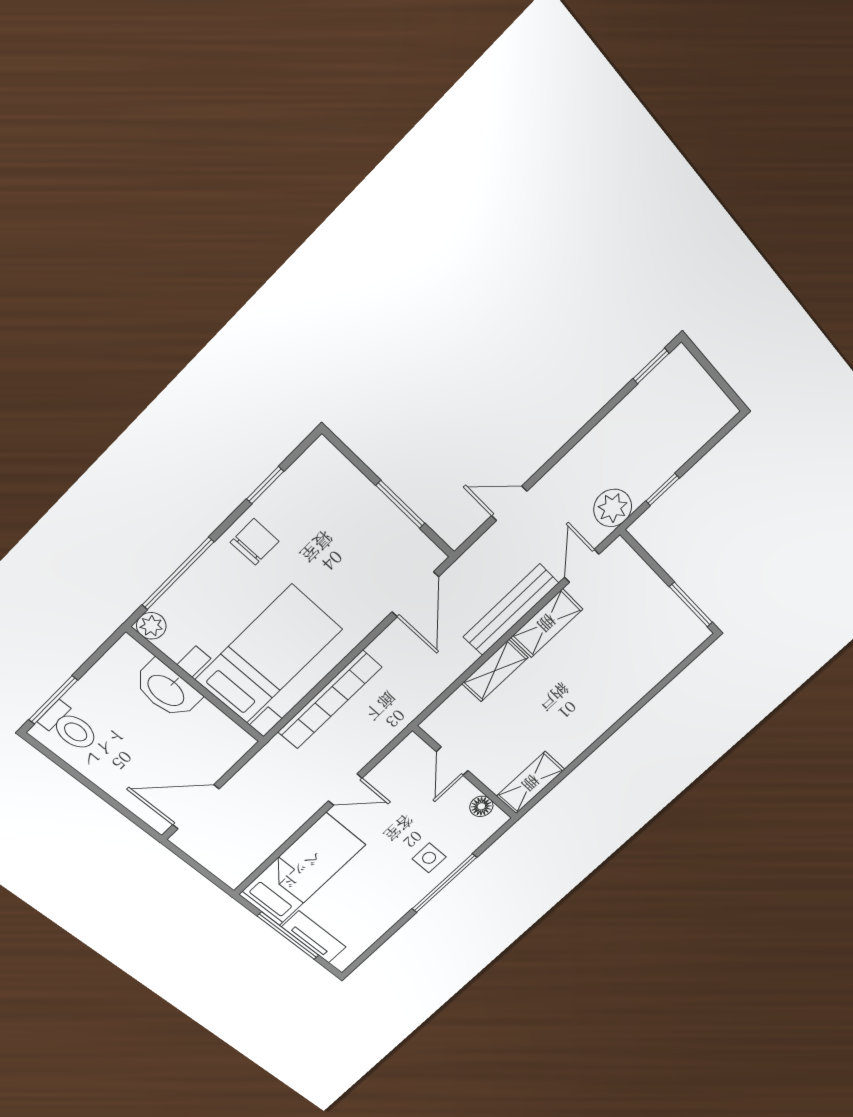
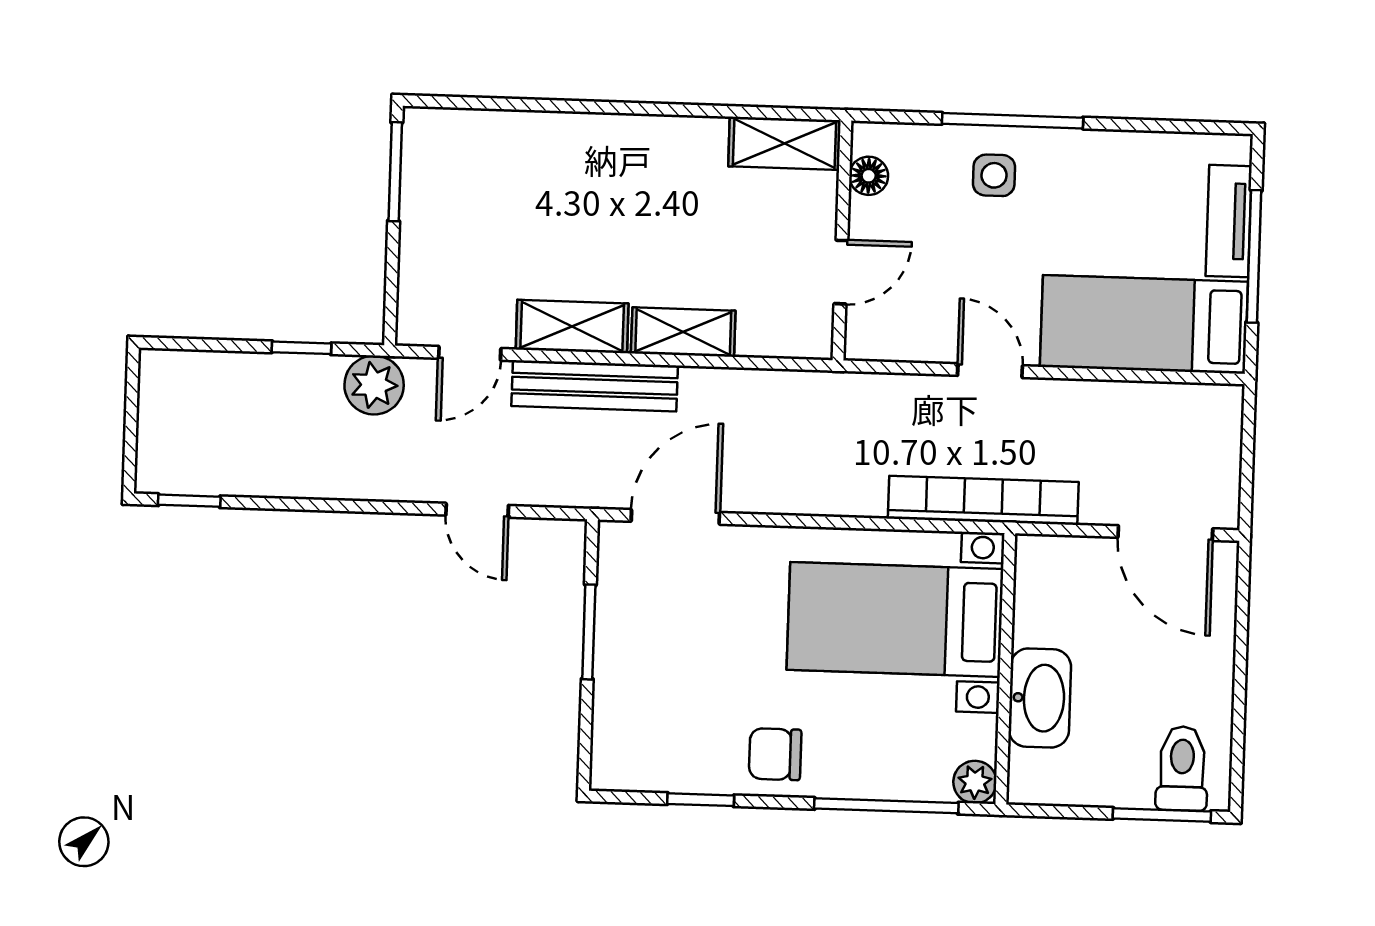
bookcase: (330, 700) -> (983, 500), moved

